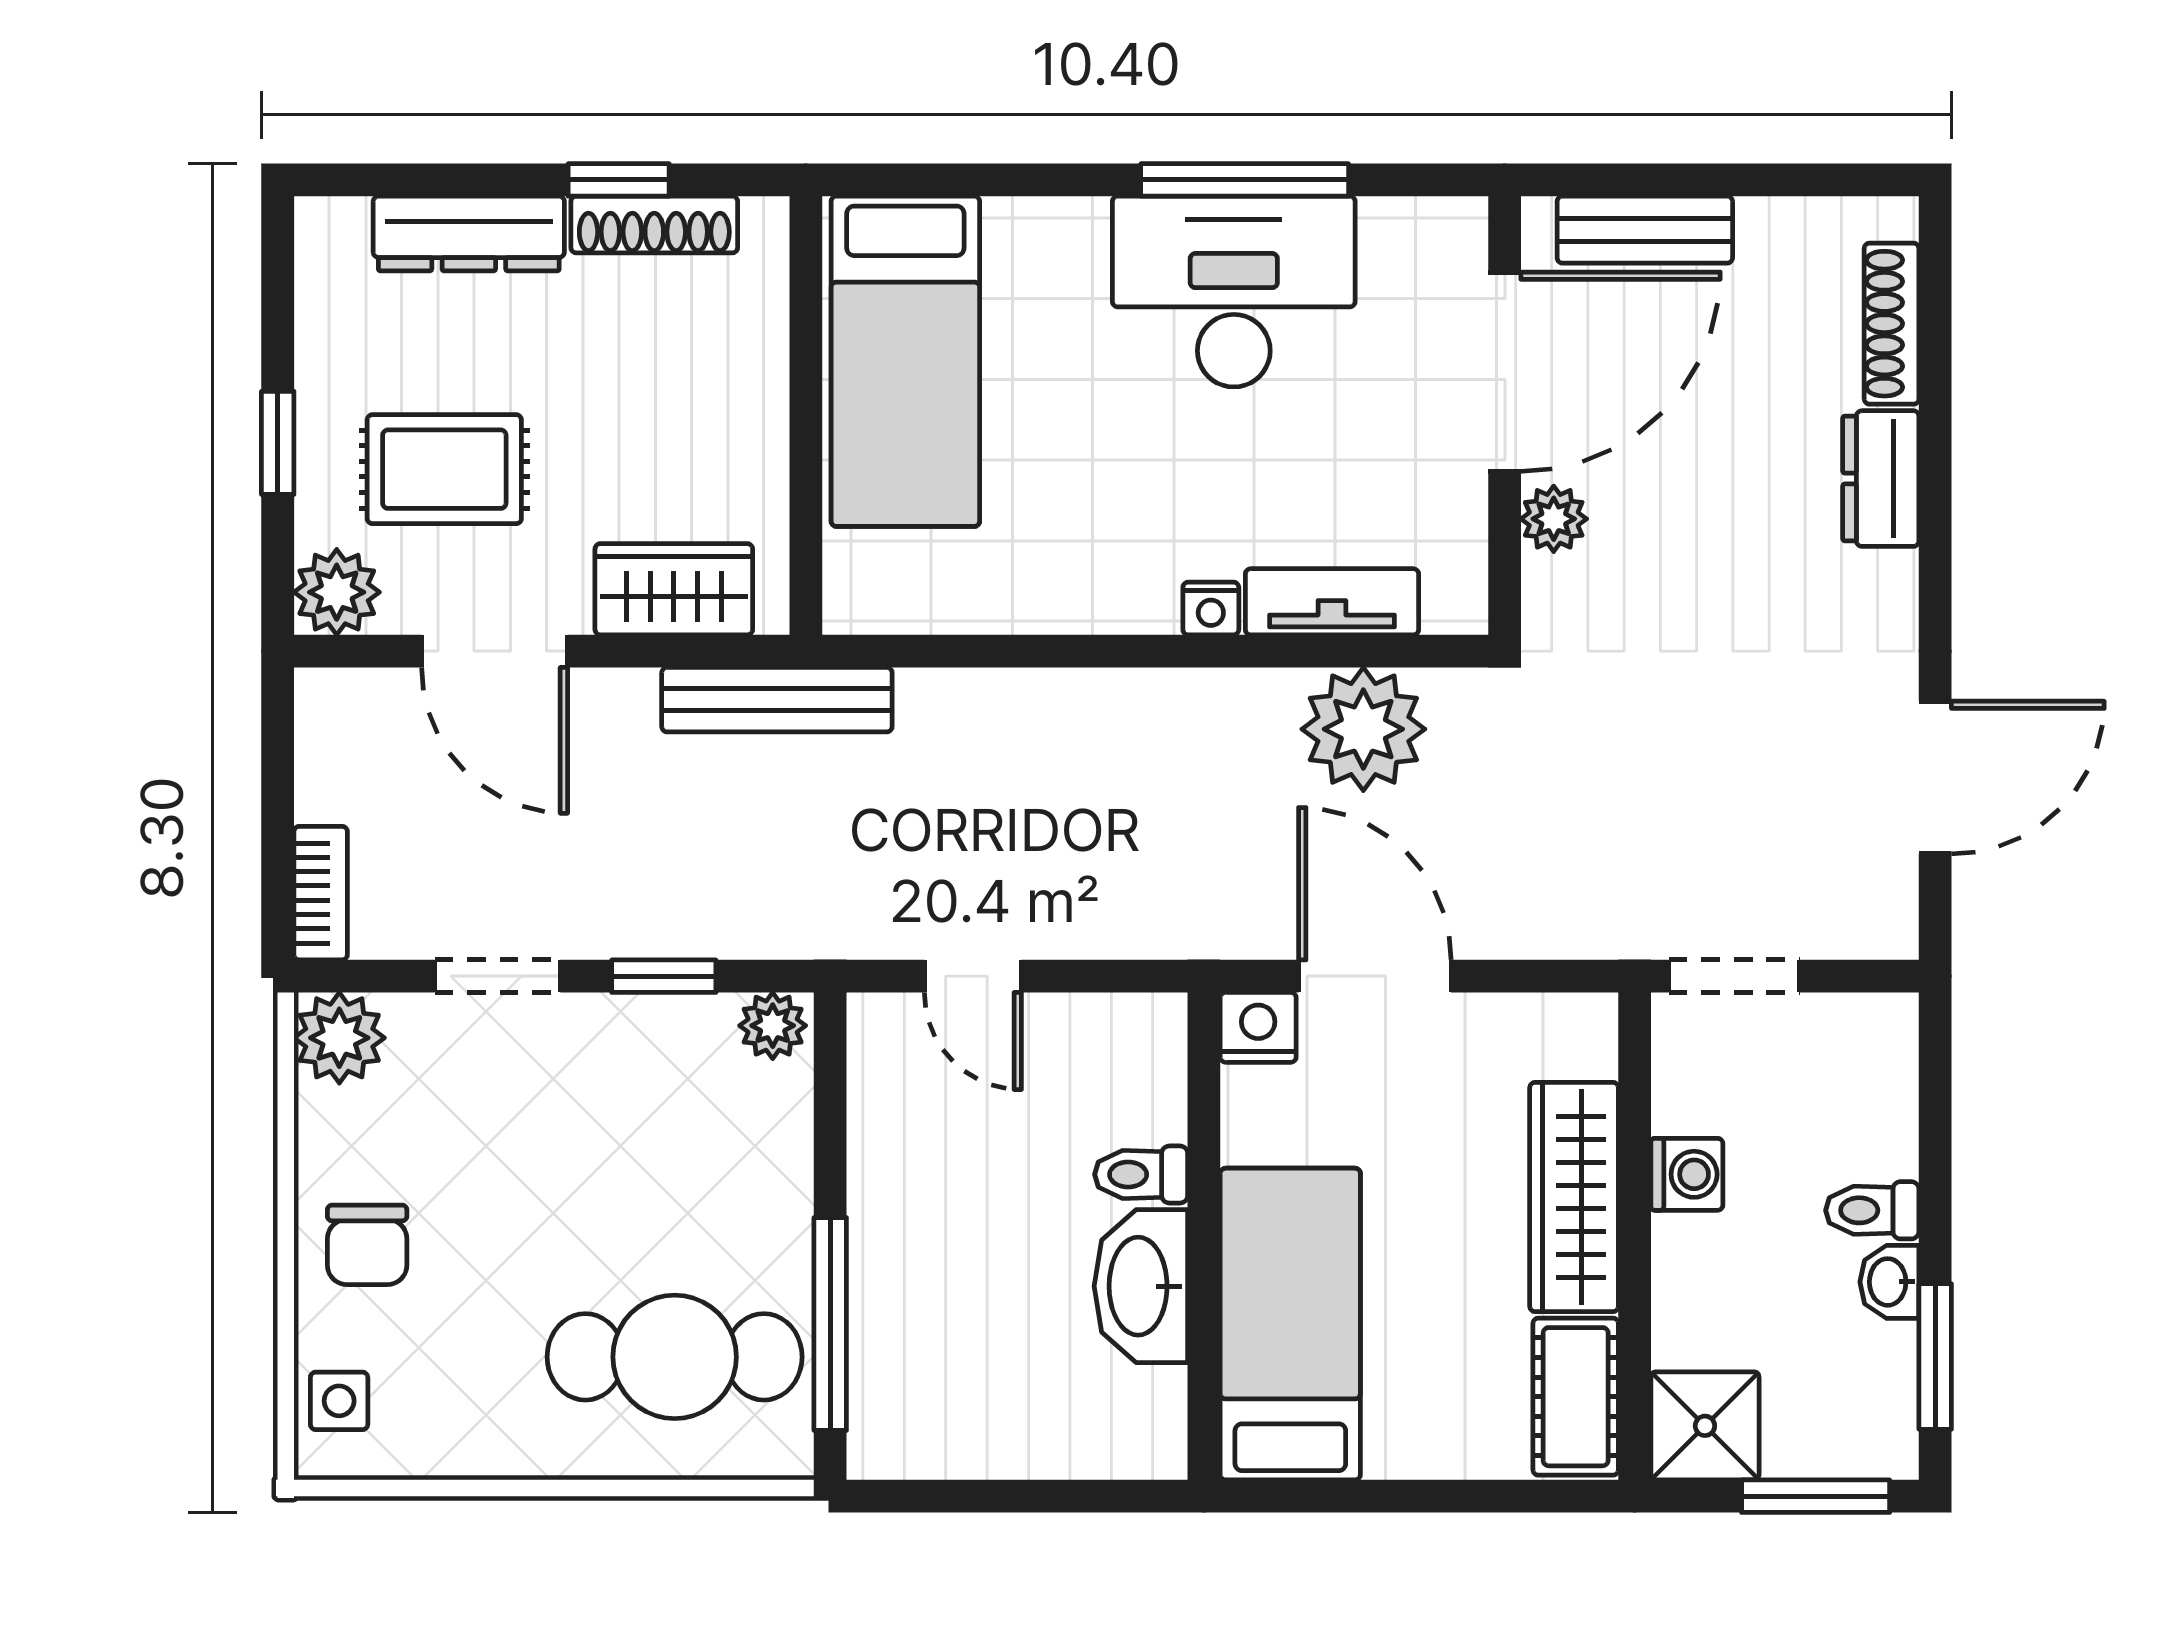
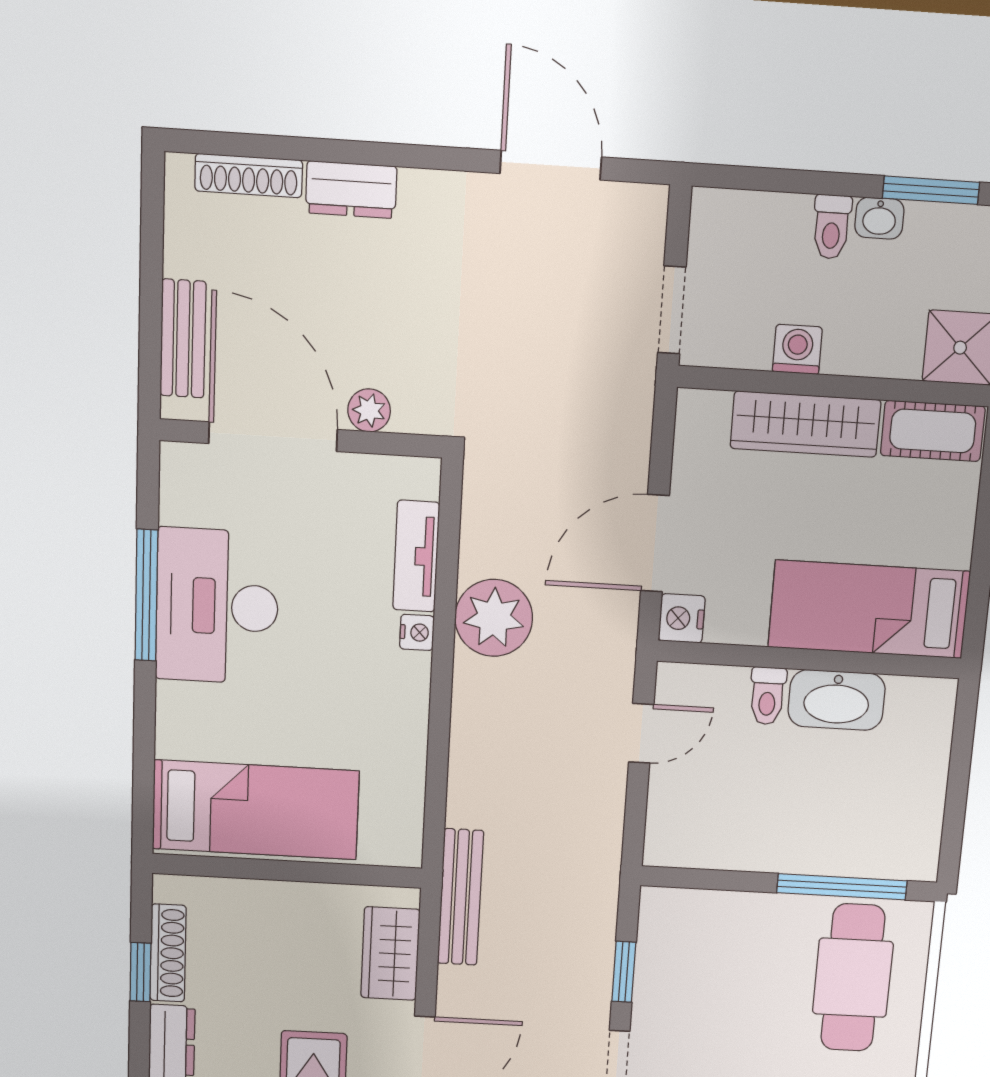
plant: (1363, 729) -> (494, 618), moved
door: (973, 976) -> (641, 733), moved
plant: (773, 1026) -> (658, 910), removed

